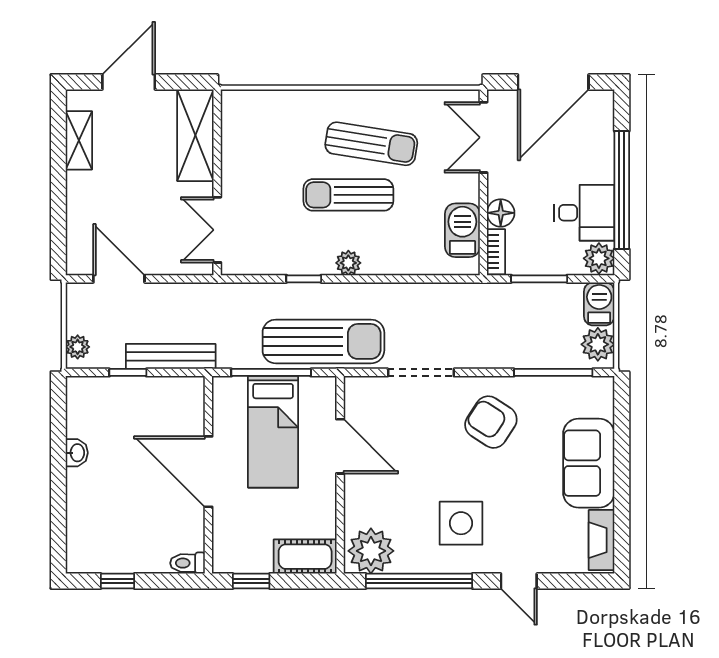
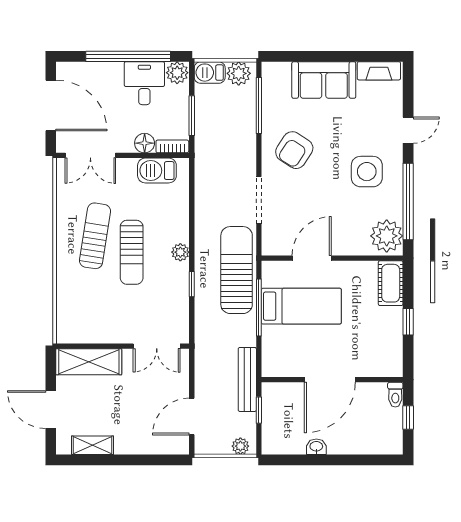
door: (208, 472) -> (330, 380), moved
wall: (208, 475) -> (332, 380), moved
toilet: (188, 563) -> (395, 395), moved

